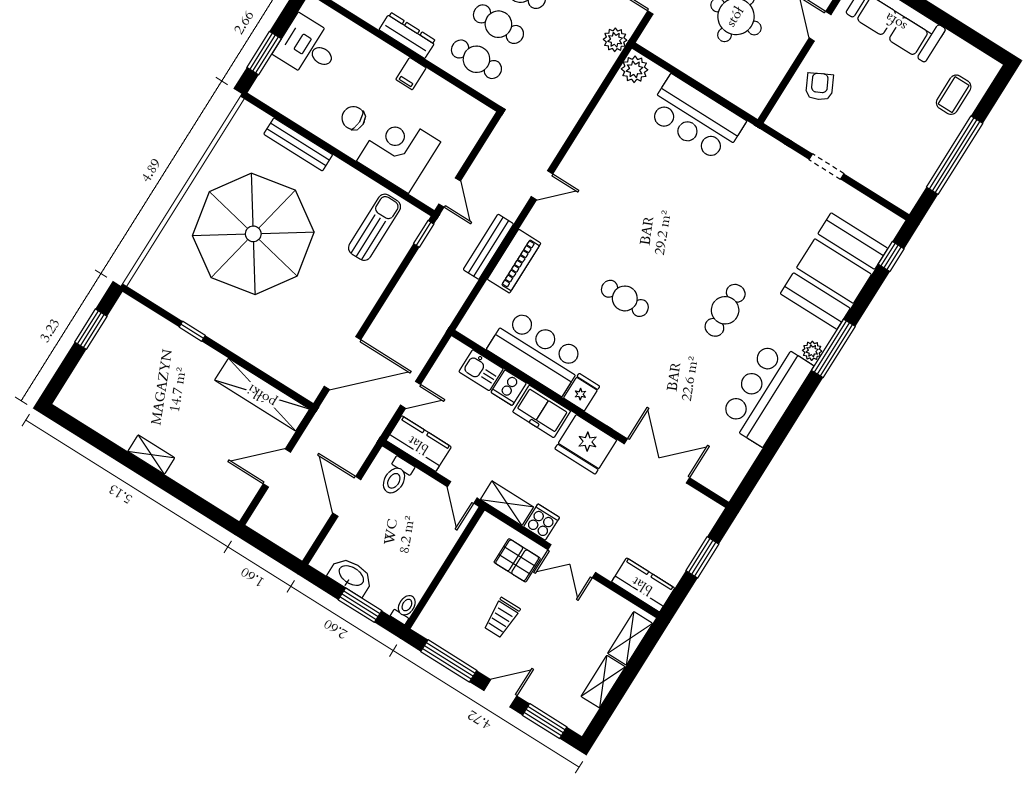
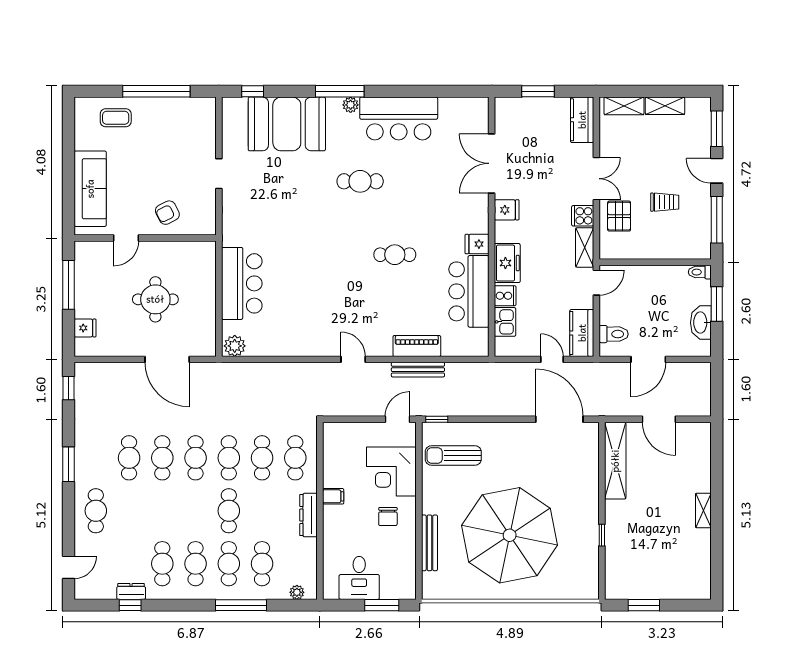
plant: (615, 40) -> (223, 372), removed
cafe table: (625, 298) -> (395, 255), turned 90
fridge: (586, 444) -> (507, 210), width x0.53, depth x0.75

